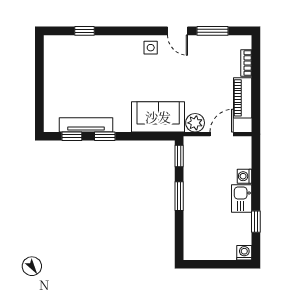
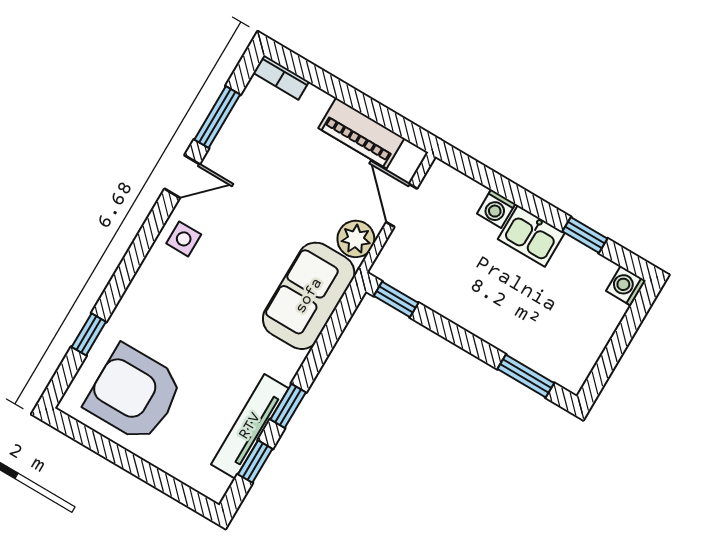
bookcase: (246, 63) -> (281, 77), moved
armchair: (70, 66) -> (134, 394), added
window: (179, 196) -> (526, 376), moved

